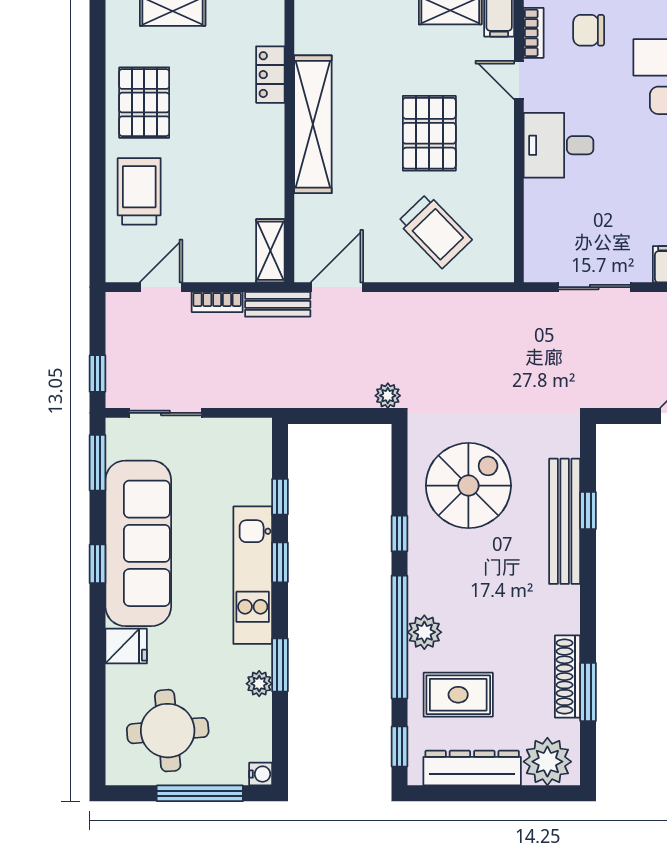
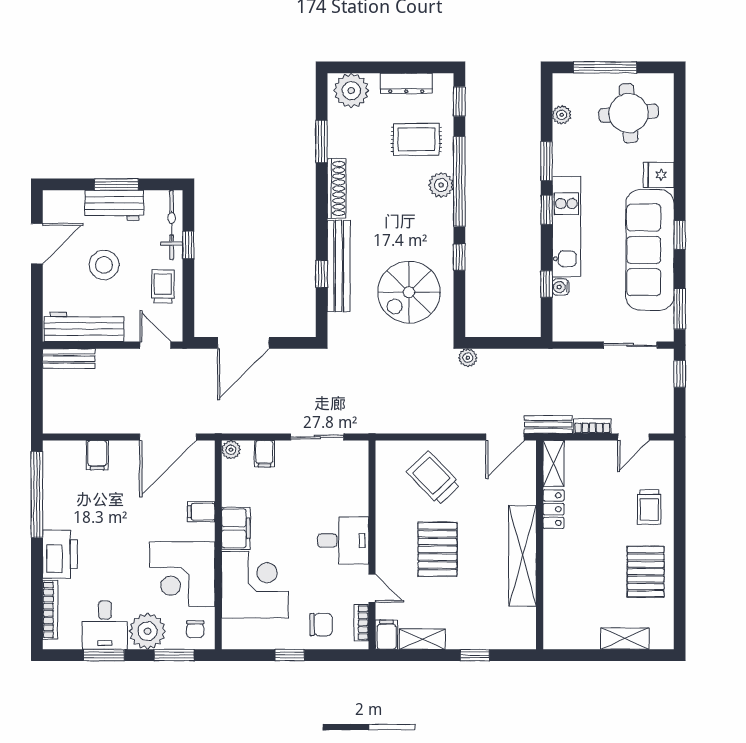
locker: (270, 75) -> (554, 509), moved
trolley: (139, 191) -> (649, 507), width x0.73, depth x0.72
window: (280, 562) -> (547, 210), moved
shoe rack: (568, 677) -> (337, 188), moved
plant: (259, 684) -> (562, 115), moved
dresser: (472, 768) -> (406, 83), width x0.73, depth x0.80
water cooler: (261, 774) -> (561, 287), moved

